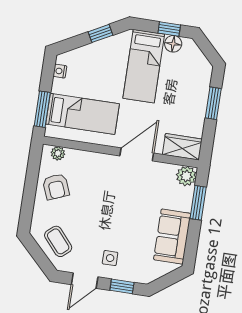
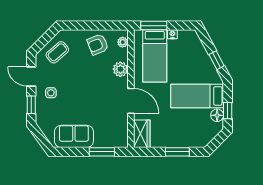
nightstand: (60, 71) -> (172, 34), moved
plant: (186, 176) -> (120, 69), moved

